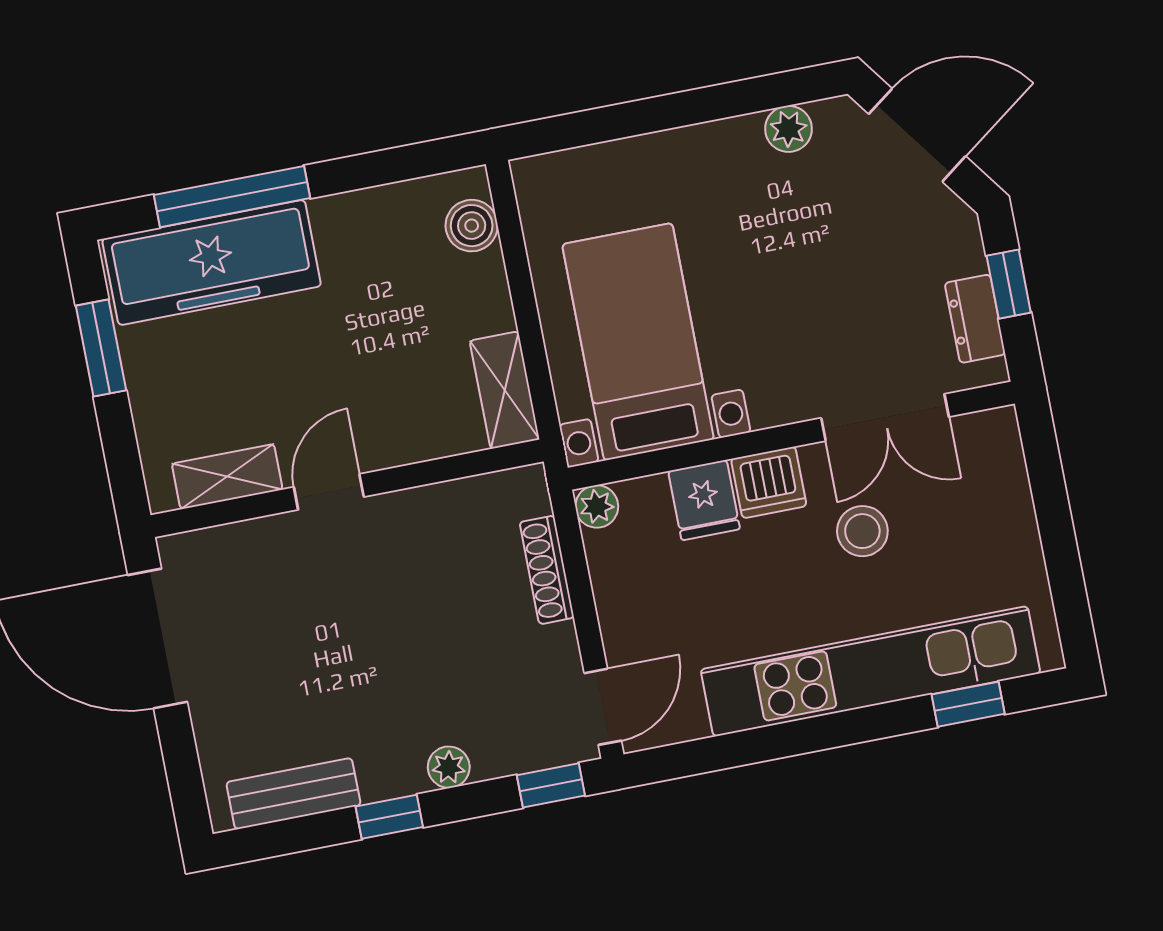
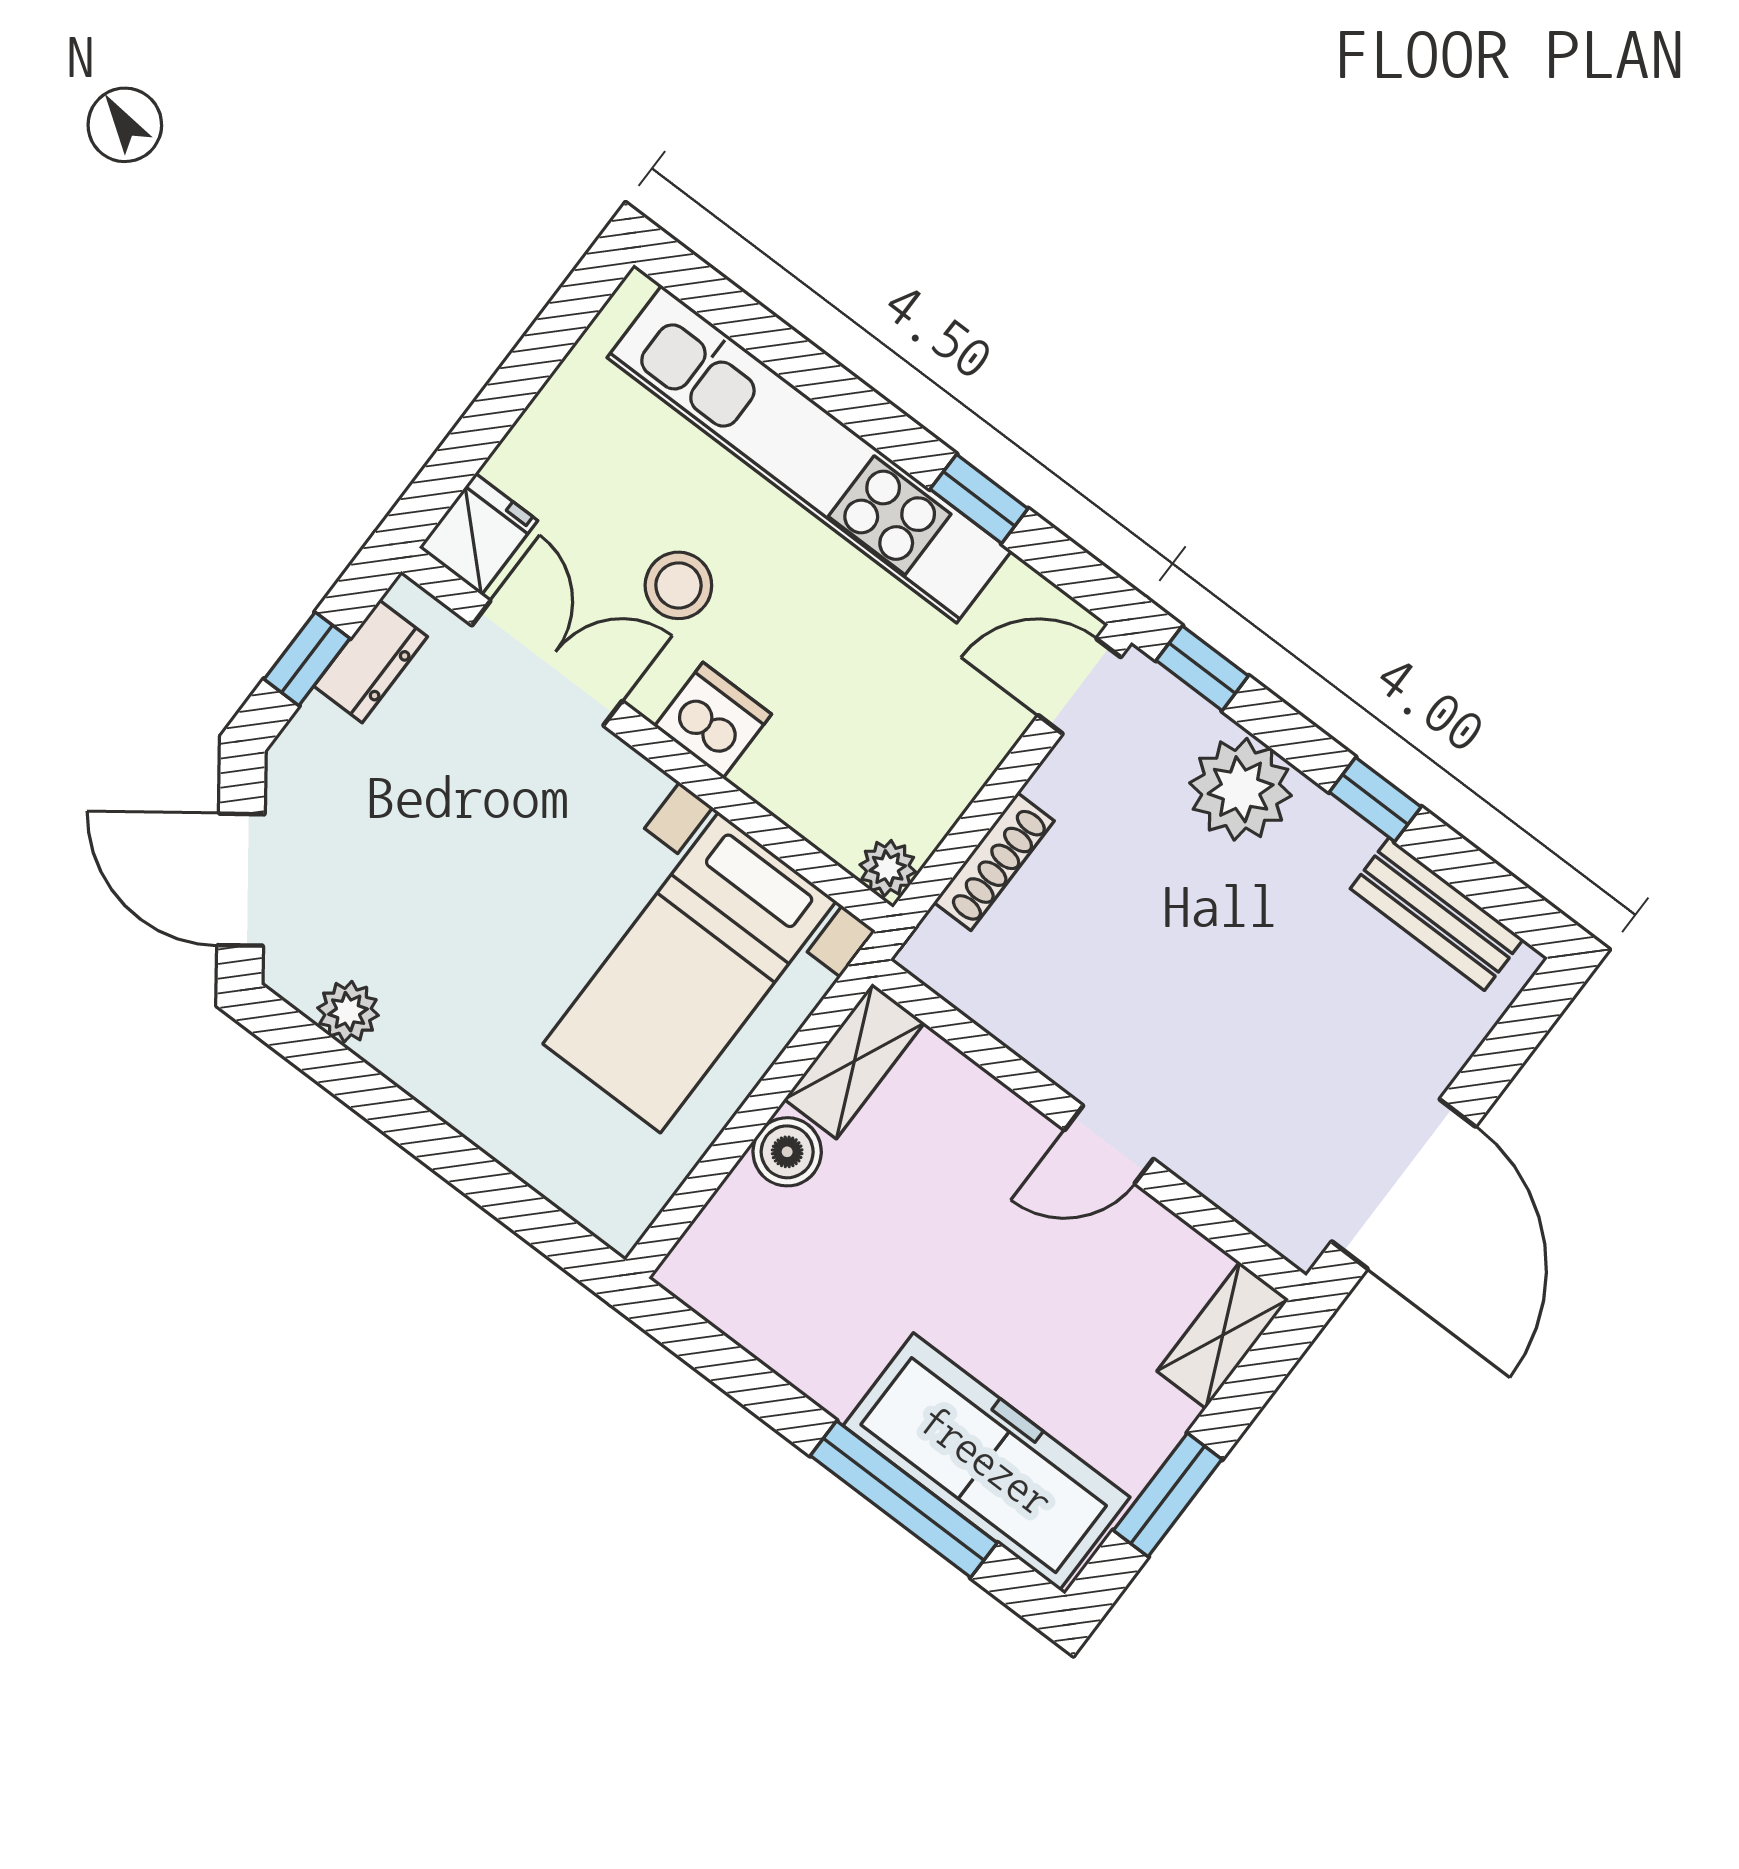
boiler: (472, 226) -> (787, 1152), moved
shelving: (227, 477) -> (1223, 1335), moved, turned 90
fridge: (704, 500) -> (478, 534), moved
window: (968, 704) -> (979, 499), moved
plant: (449, 767) -> (1241, 789), width x1.88, depth x1.88

